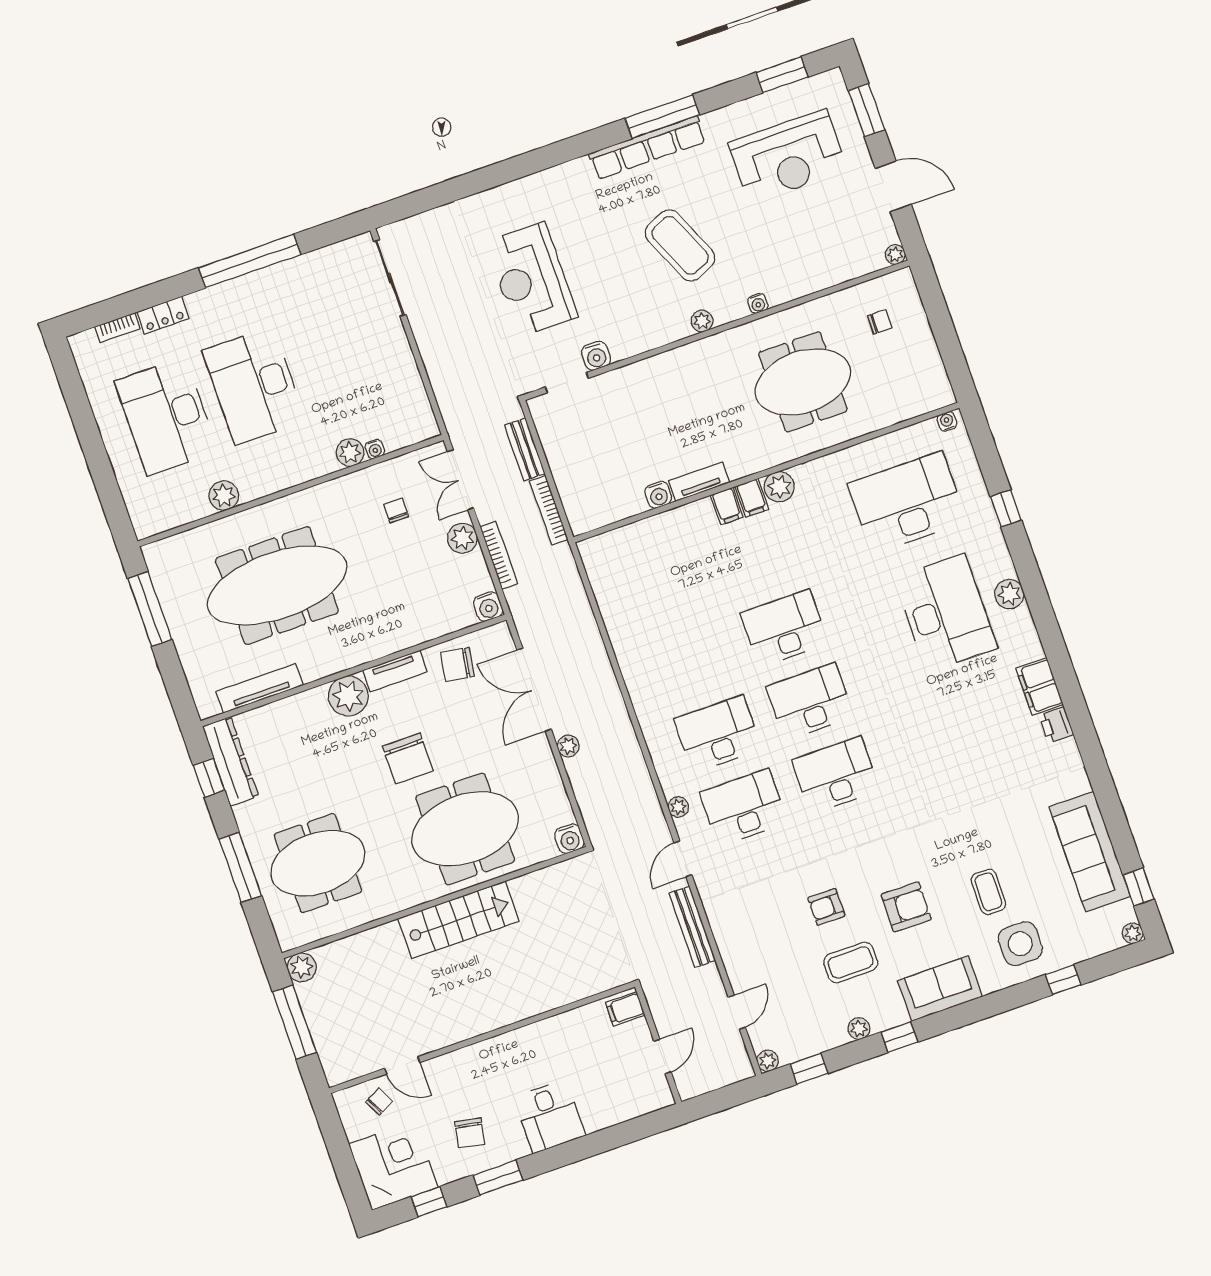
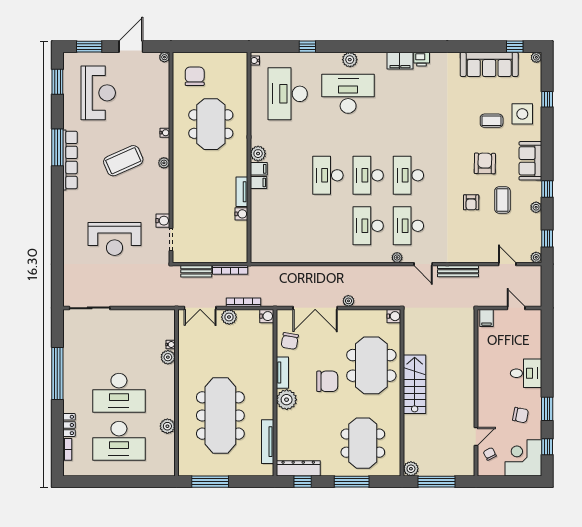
chair: (880, 322) -> (195, 76), width x1.87, depth x1.87
chair: (396, 511) -> (204, 345), removed

